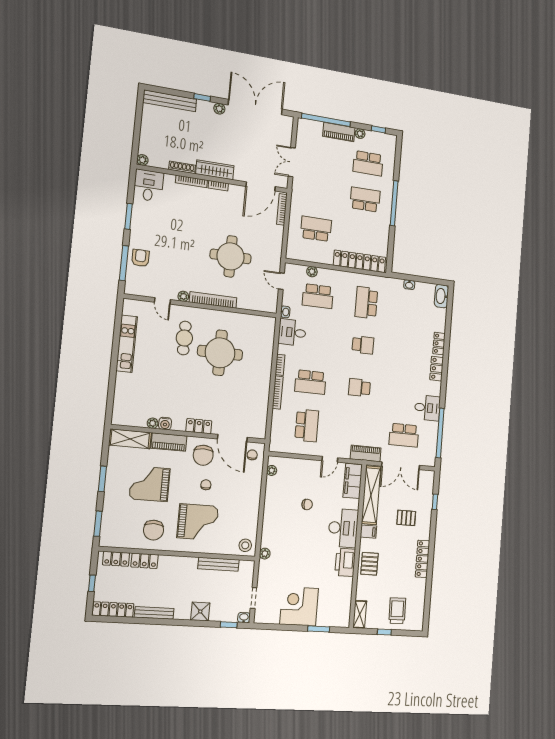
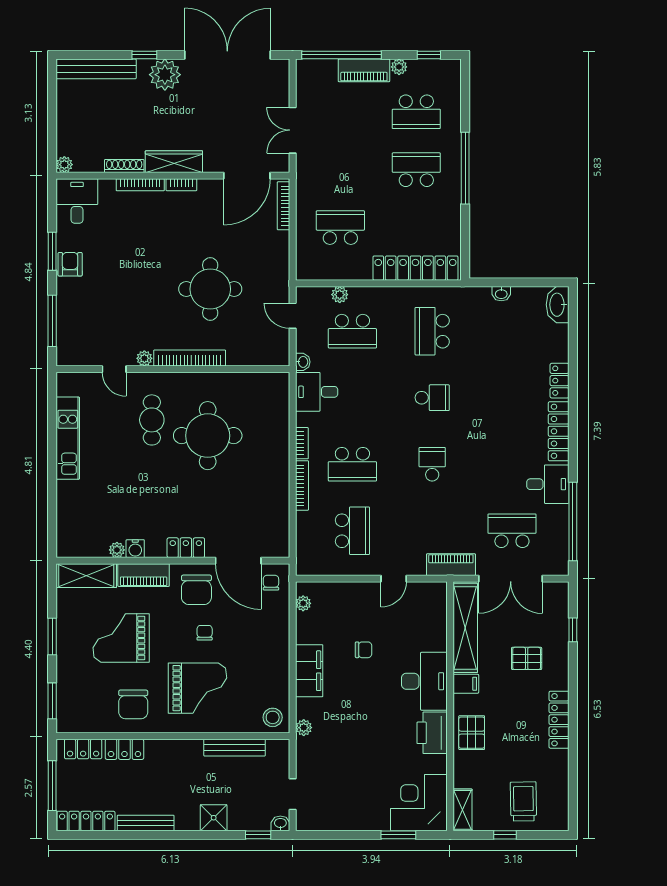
plant: (219, 109) -> (165, 75), width x1.88, depth x1.88
armchair: (140, 258) -> (70, 264), moved
locker: (437, 369) -> (559, 431), width x1.53
school desk: (359, 388) -> (432, 464), turned 90
school desk: (404, 435) -> (512, 531), turned 180
filing cabinet: (353, 481) -> (309, 671), moved, turned 180
window: (92, 583) -> (52, 786), width x2.17
corner desk: (299, 606) -> (419, 803), moved

